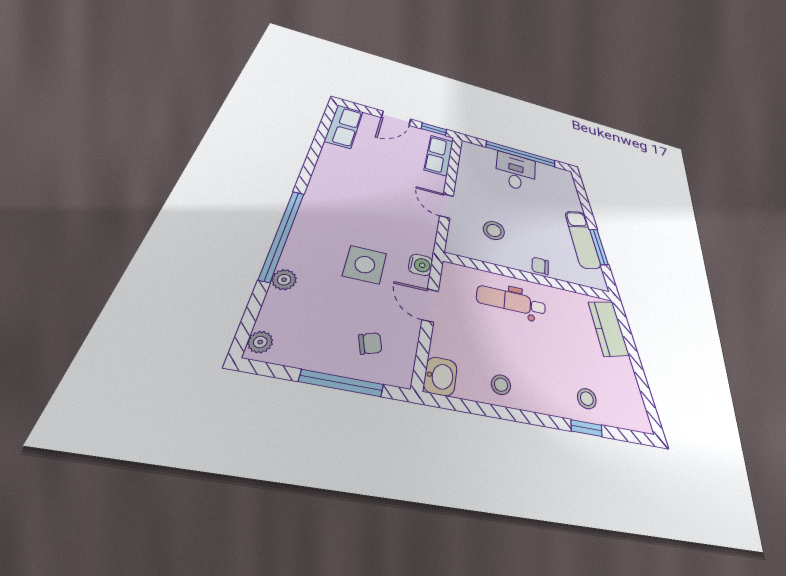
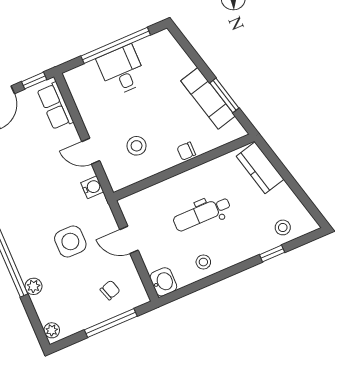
water cooler: (420, 265) -> (92, 187), moved
dental chair: (511, 301) -> (202, 214), moved
stool: (587, 399) -> (283, 227), moved

